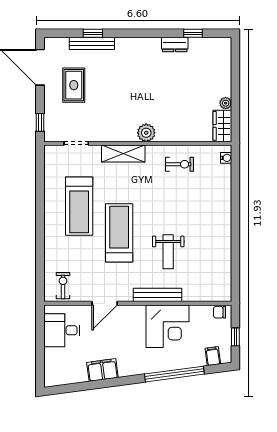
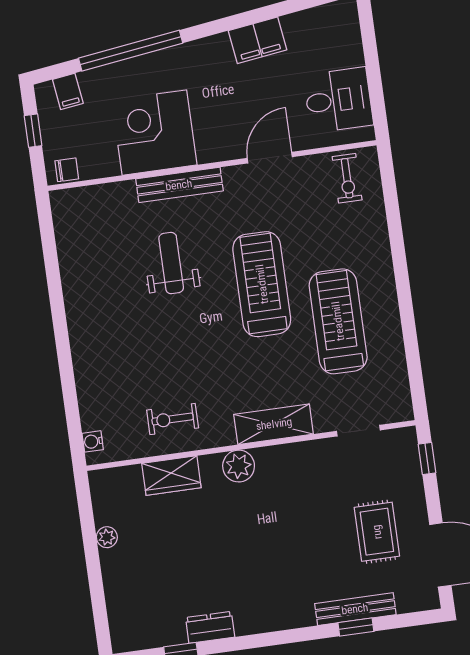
wardrobe: (222, 126) -> (171, 476), moved, turned 90
treadmill: (119, 233) -> (262, 284), turned 180

